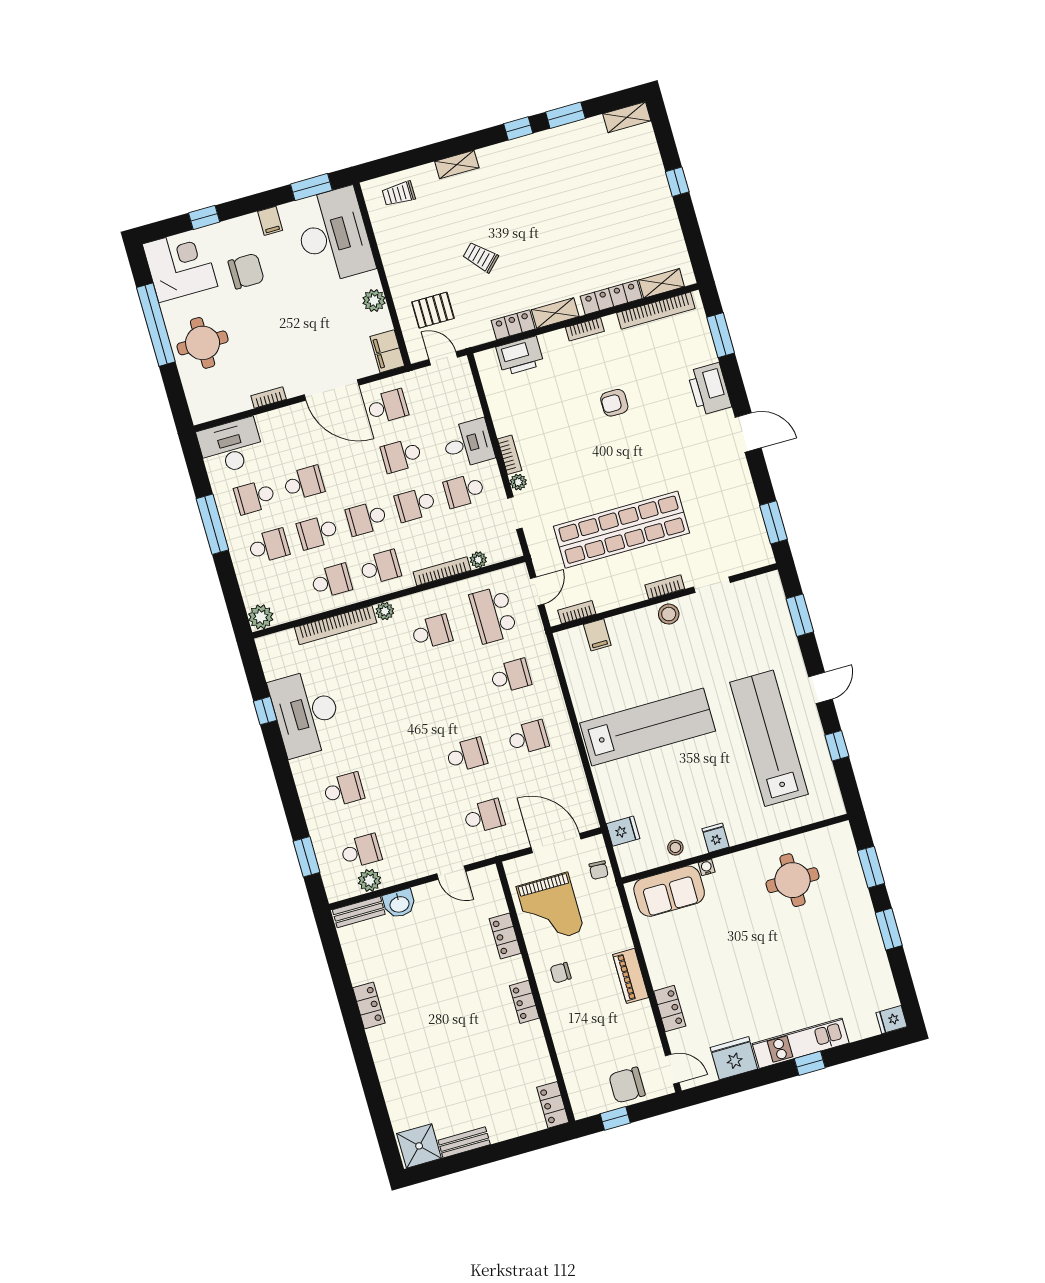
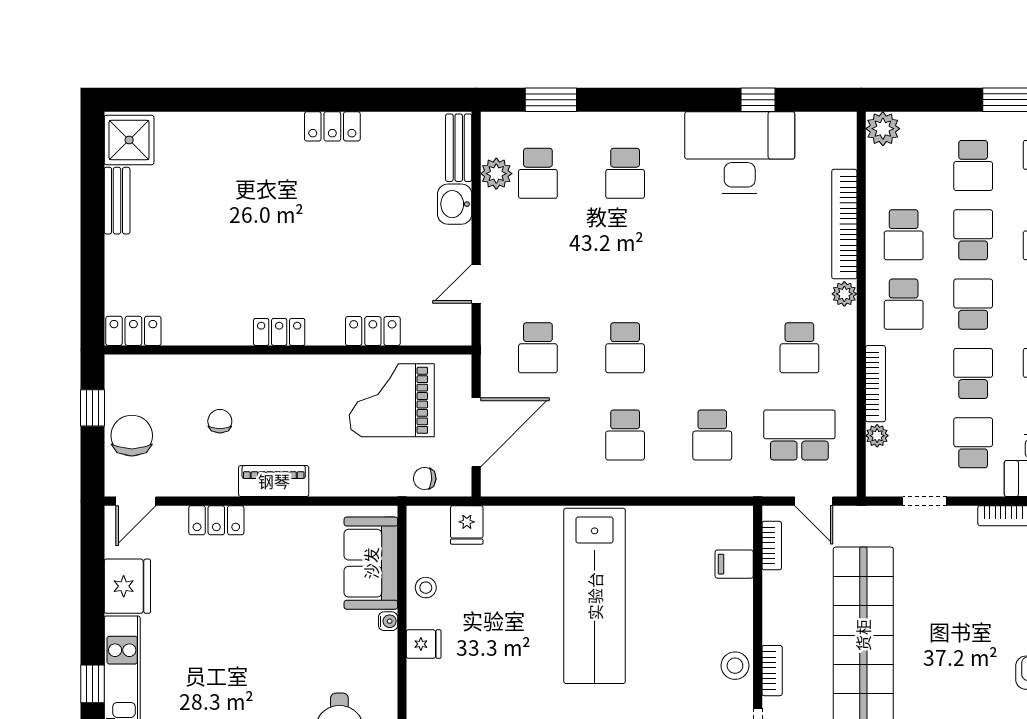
plant: (518, 482) -> (964, 517), removed
chair: (561, 973) -> (220, 421), moved

